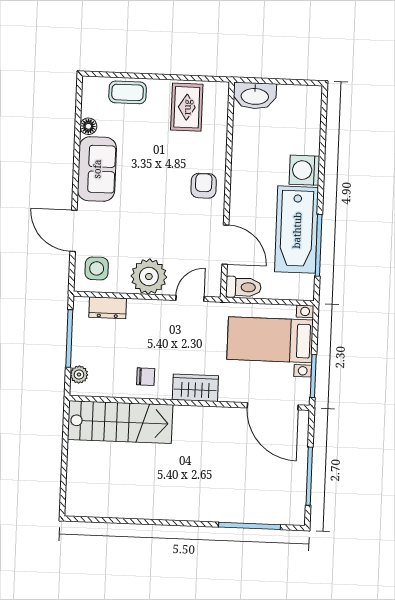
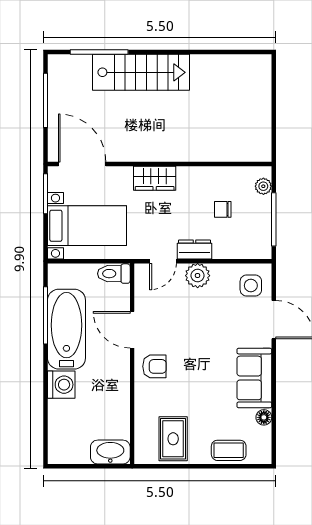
armchair: (204, 186) -> (154, 366), turned -90
door: (225, 245) -> (132, 330), moved
plant: (149, 277) -> (198, 276), width x0.73, depth x0.73
dresser: (108, 308) -> (195, 249), moved
chair: (146, 377) -> (223, 209), moved
stairs: (120, 422) -> (141, 72), moved, turned 180

